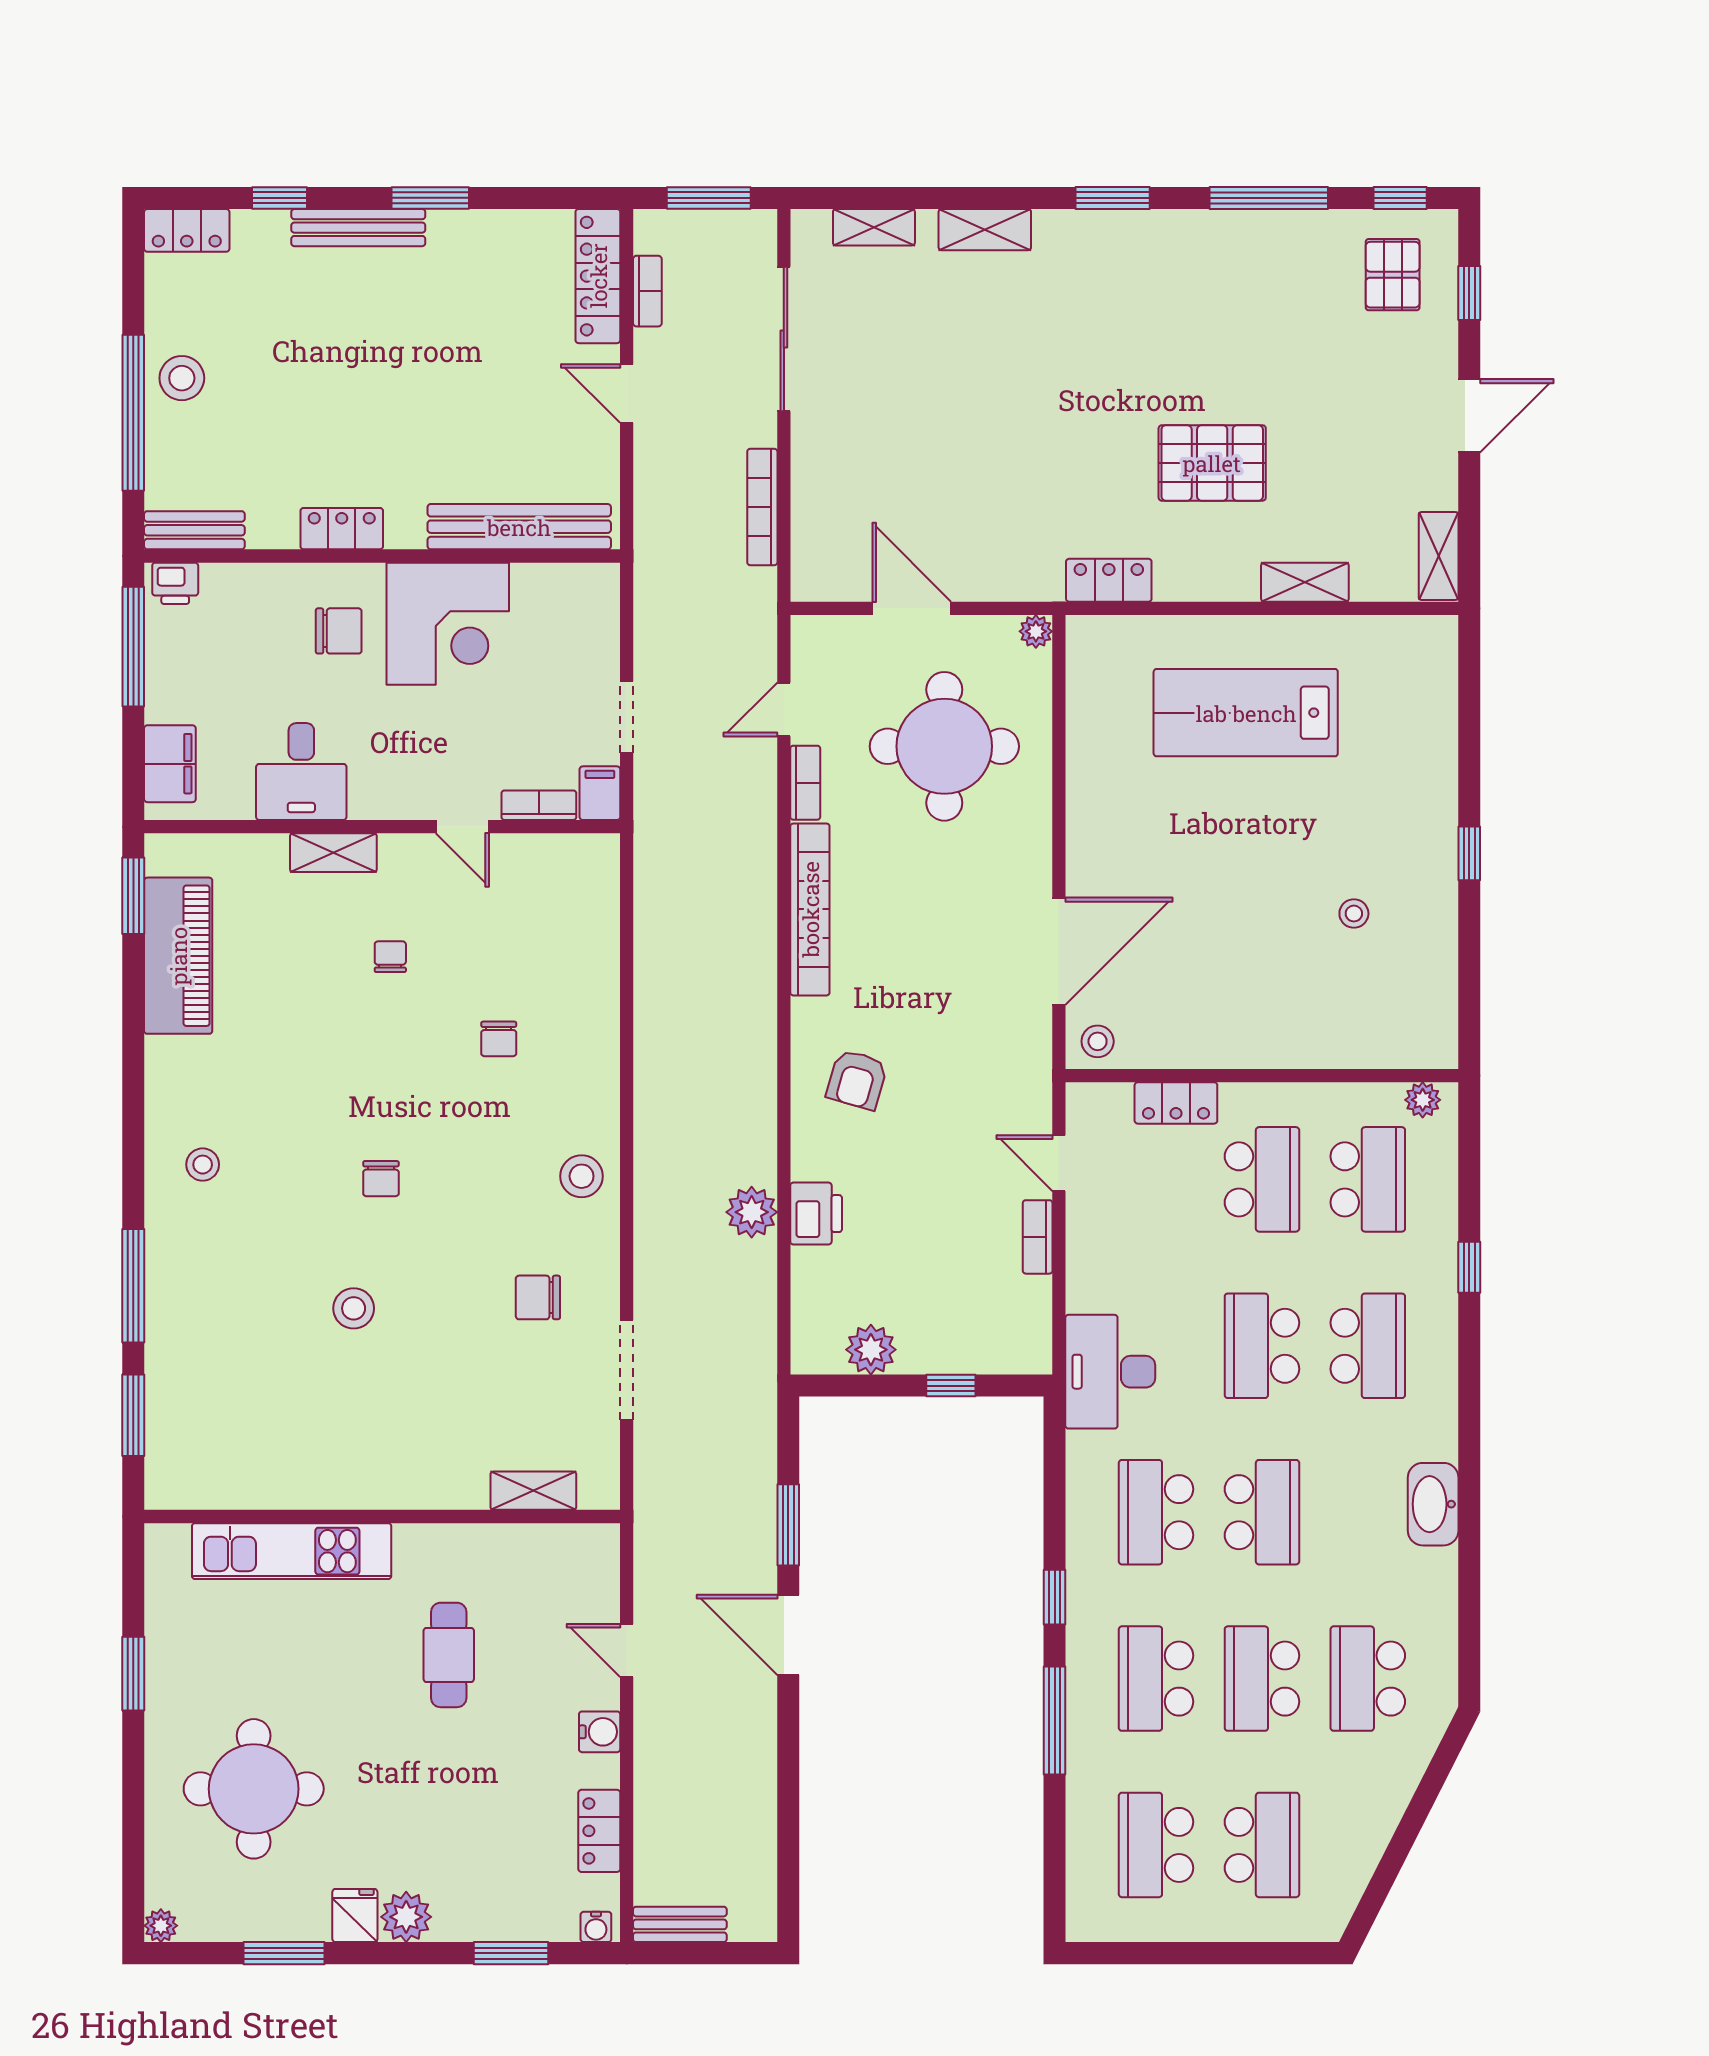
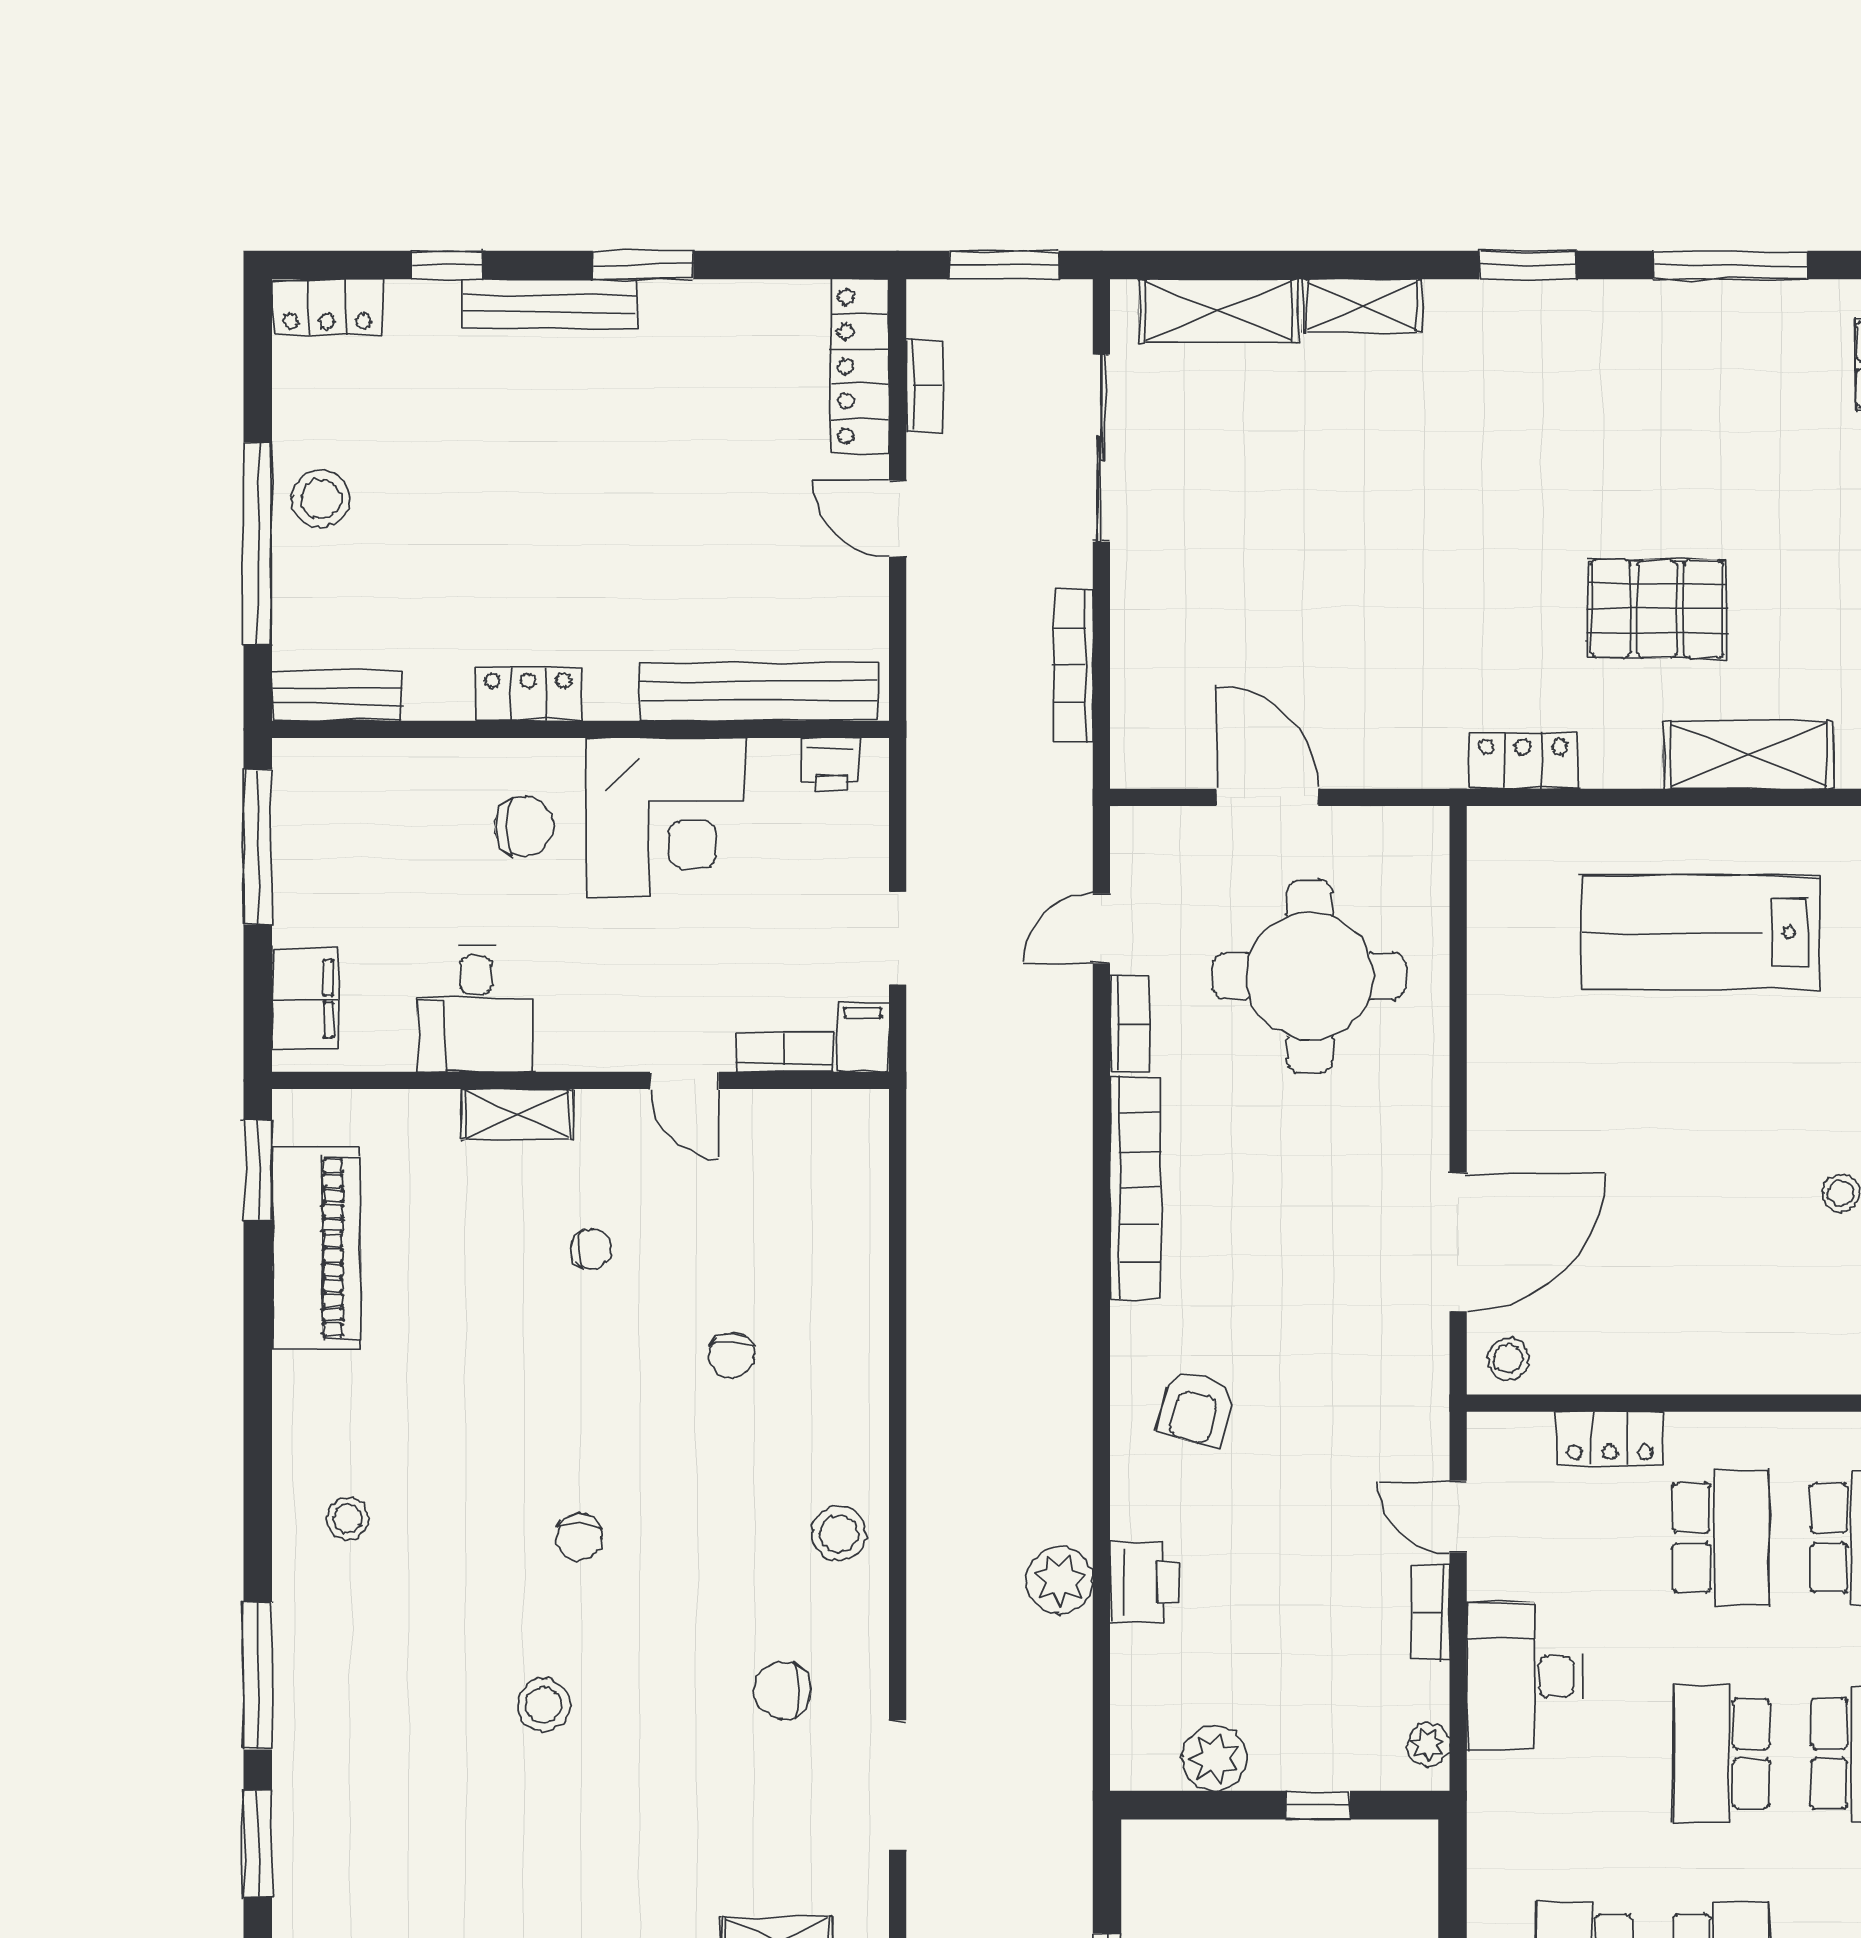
shelving: (874, 227) -> (1218, 311), width x1.50, depth x1.33
shelving: (1305, 582) -> (1749, 755), width x1.50, depth x1.33
printer: (175, 583) -> (830, 765), moved
plant: (1036, 631) -> (1428, 1745), moved
chair: (390, 957) -> (591, 1249), turned 90
desk: (1110, 1372) -> (1525, 1676), moved

